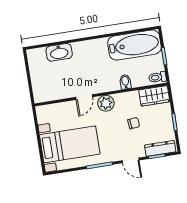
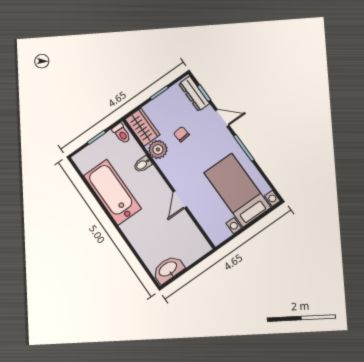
bathtub: (134, 45) -> (112, 192), moved
washbasin: (59, 52) -> (168, 269), moved, turned -90
door: (84, 97) -> (180, 200), swing flipped
plant: (106, 103) -> (158, 149), moved
door: (131, 160) -> (222, 118), hinge flipped

